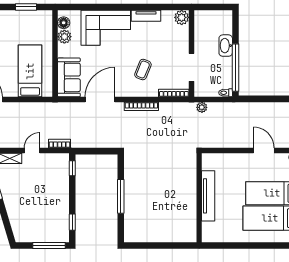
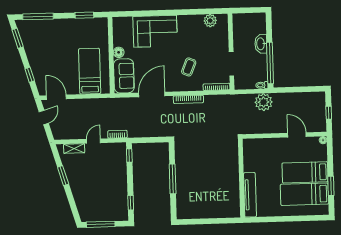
tv unit: (146, 16) -> (190, 20), removed
plant: (182, 17) -> (210, 21), moved
floor lamp: (64, 23) -> (119, 52), moved
plant: (64, 37) -> (119, 40), removed
plant: (202, 107) -> (264, 102), moved, width x1.88, depth x1.88
tv unit: (208, 196) -> (250, 195), moved
window: (49, 245) -> (101, 224), moved

